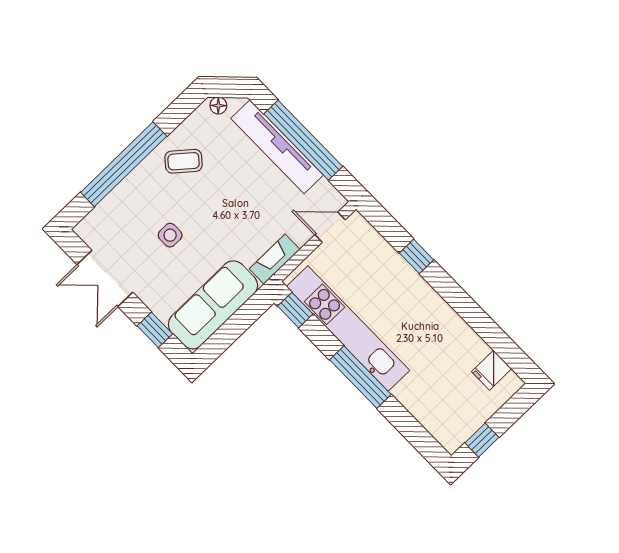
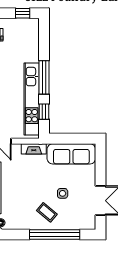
coffee table: (184, 161) -> (47, 212), moved
window: (295, 310) -> (44, 112), moved
window: (155, 330) -> (101, 165), removed

